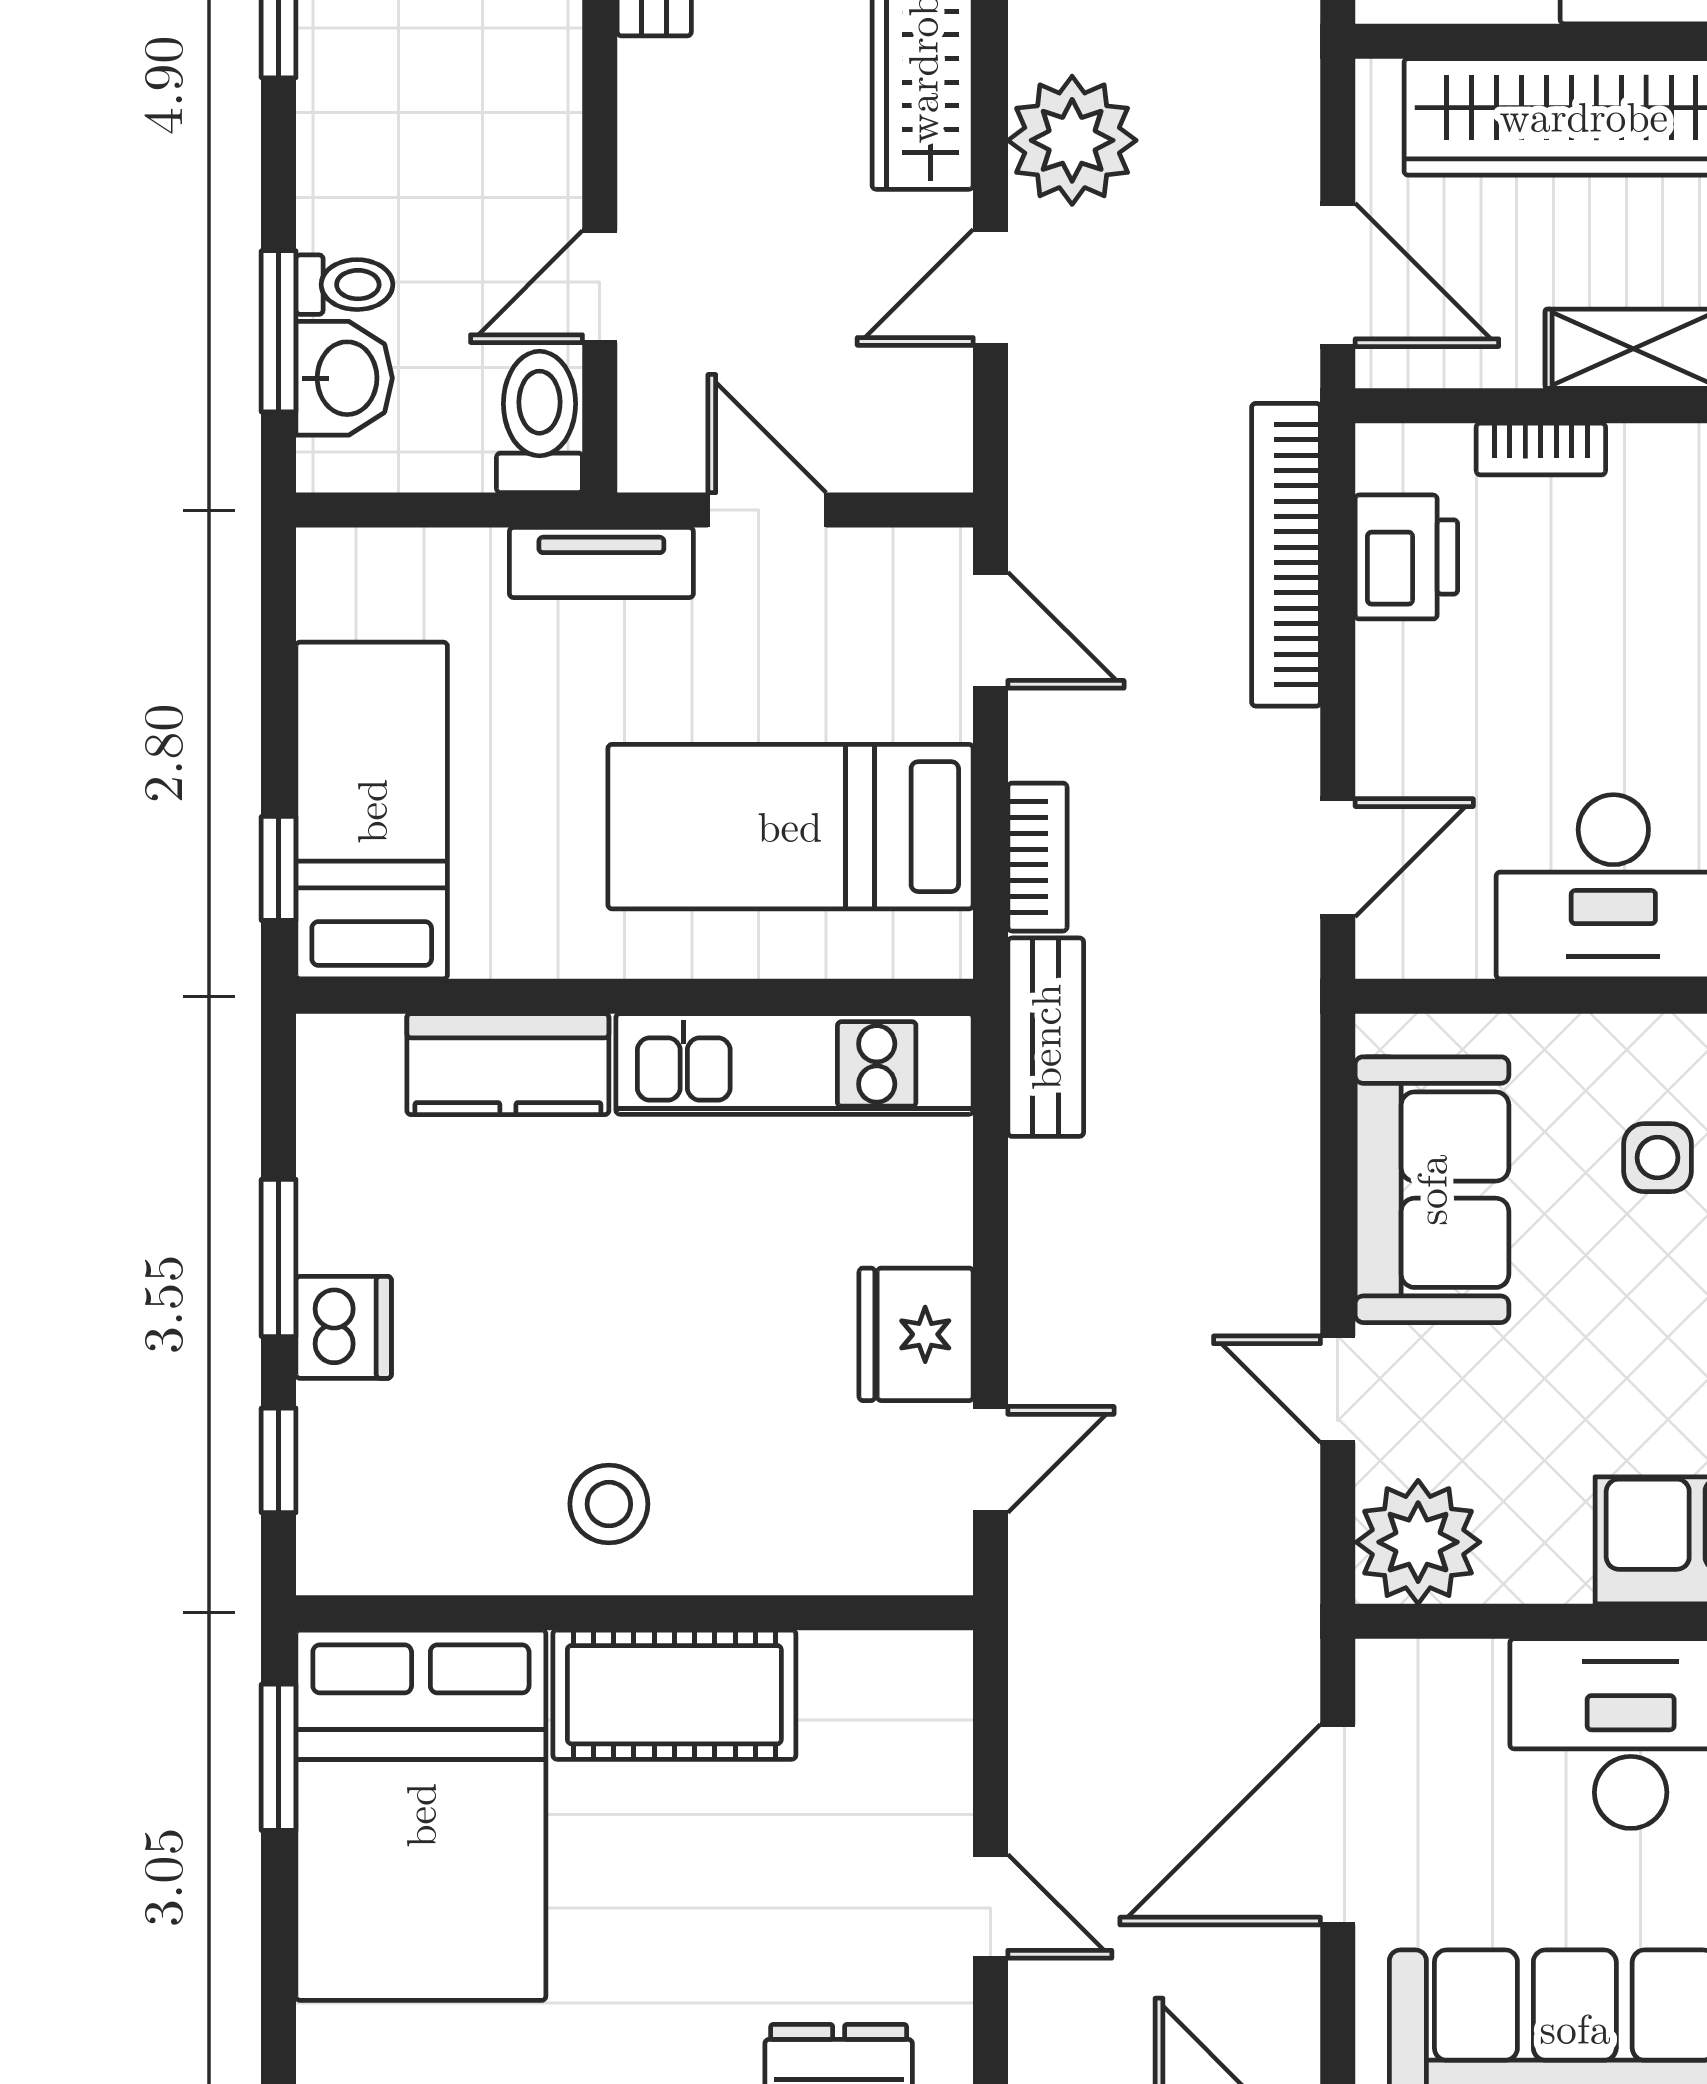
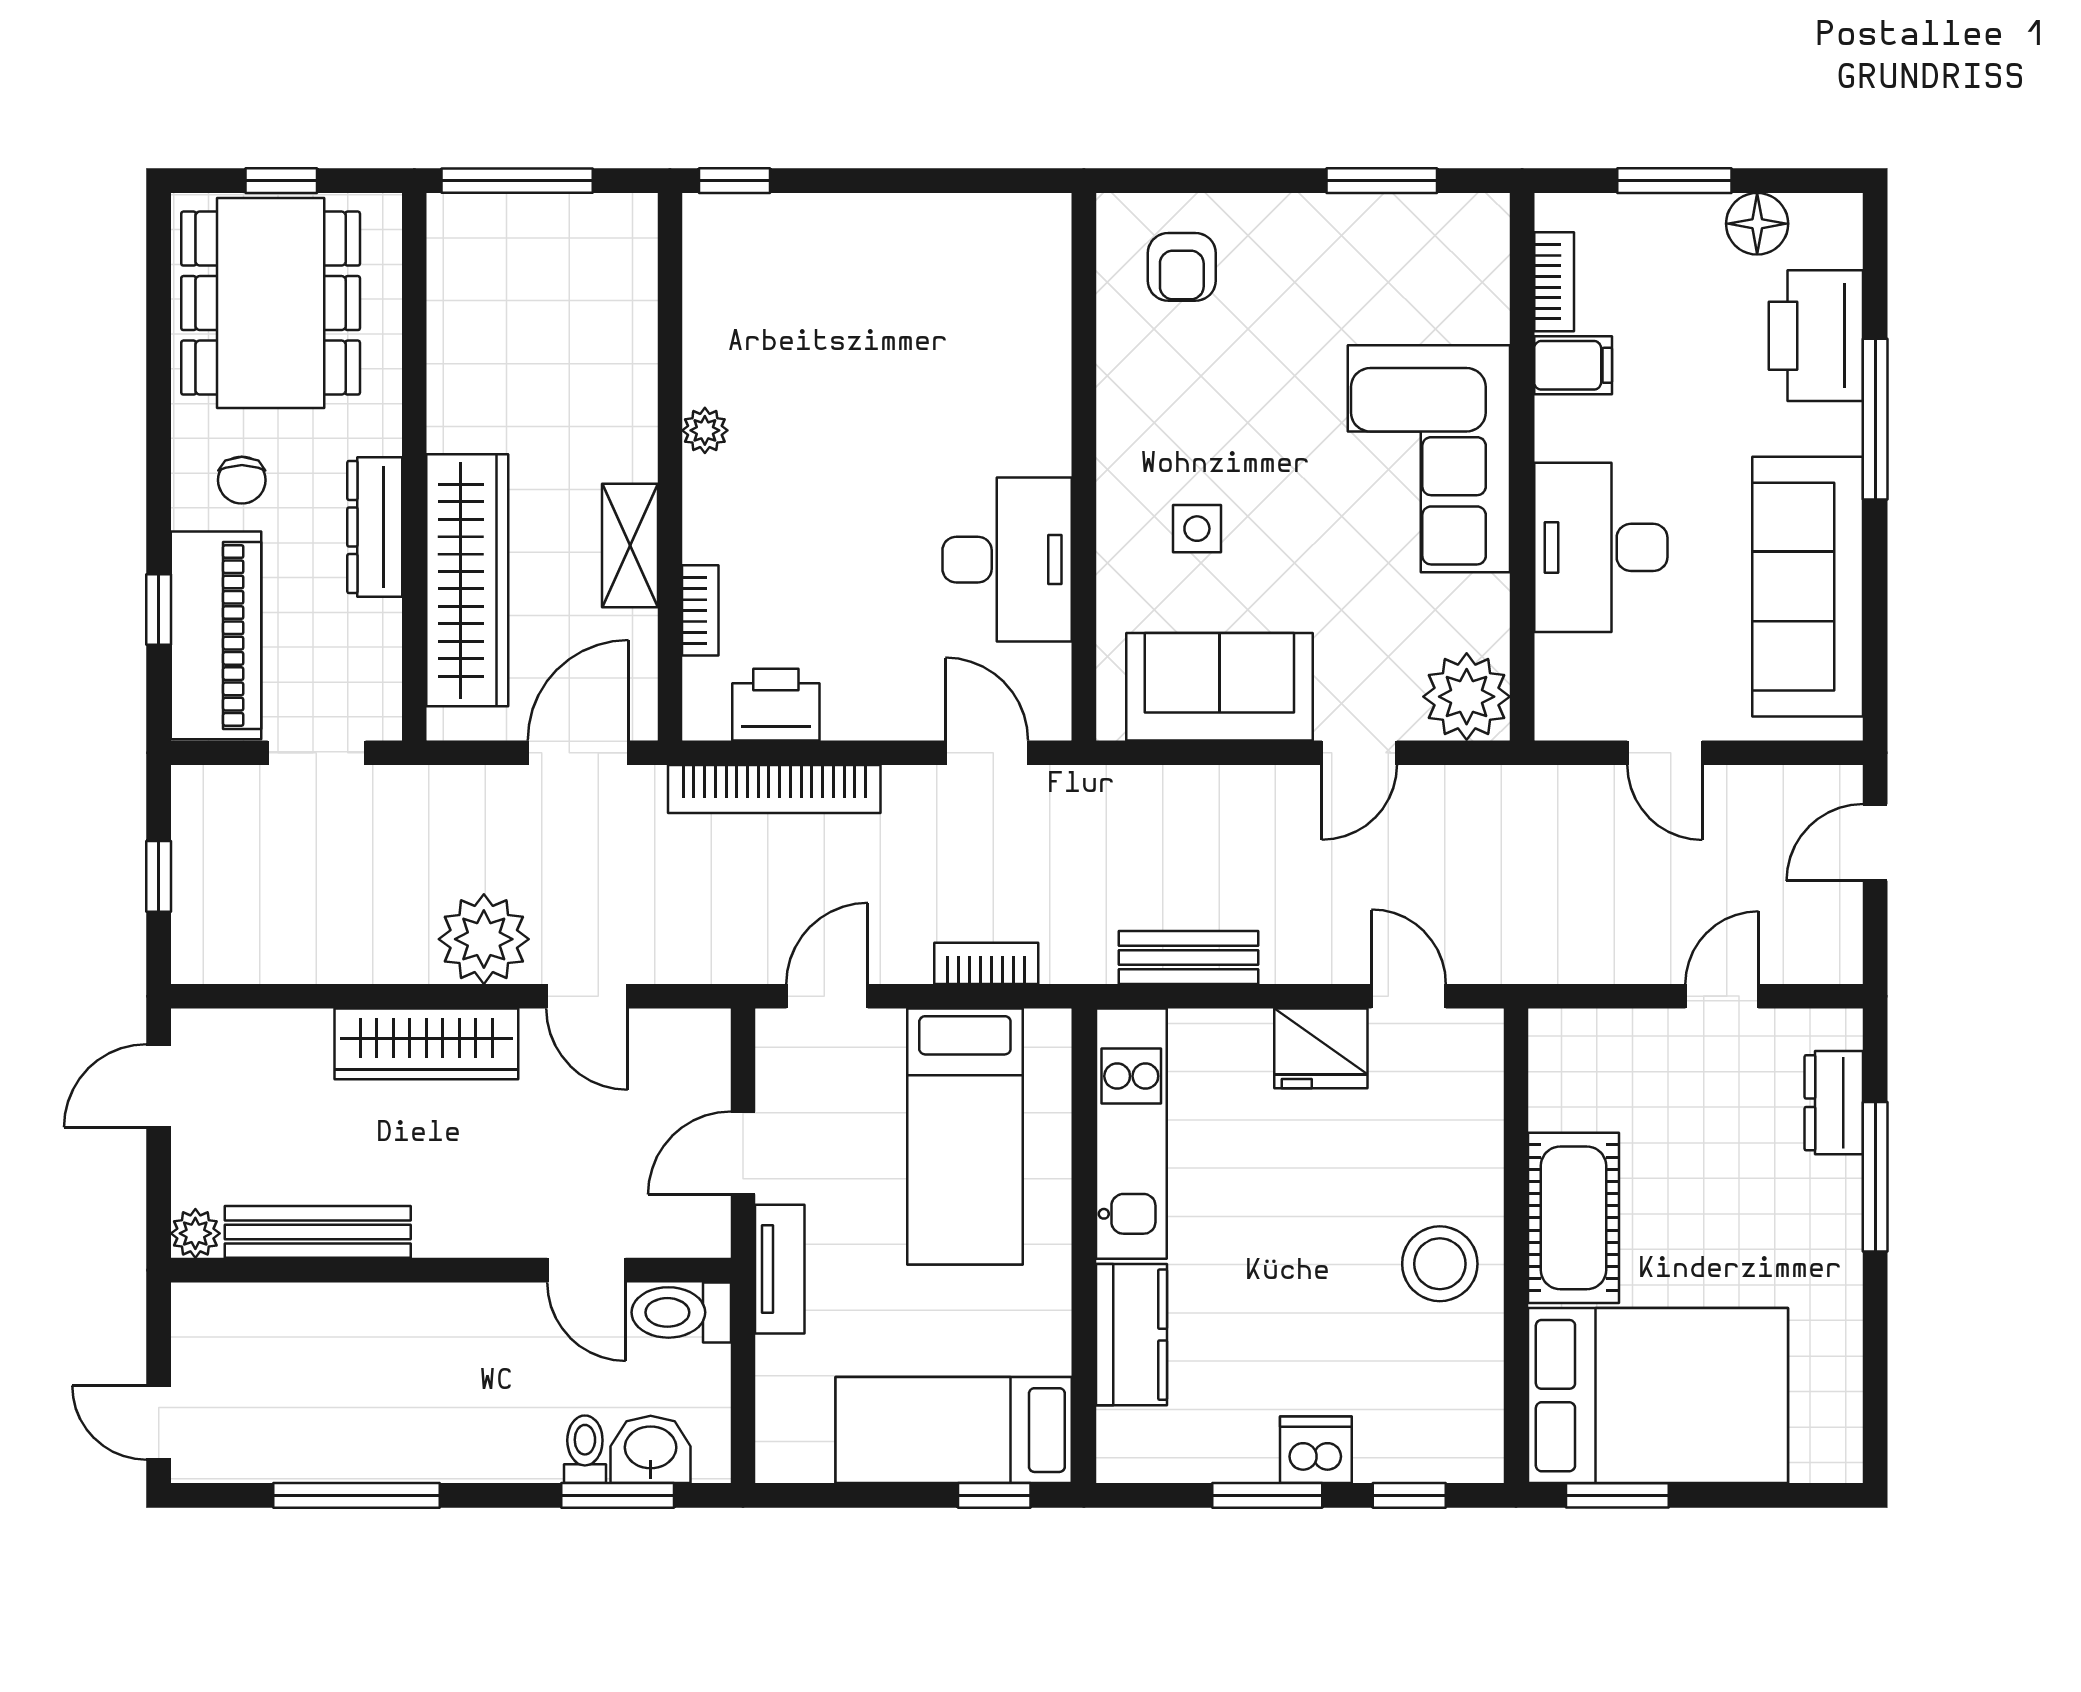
bench: (1046, 1037) -> (1188, 958), moved
stool: (609, 1504) -> (1440, 1264), width x1.38, depth x1.38
door: (1338, 1825) -> (1665, 753), width x0.53

